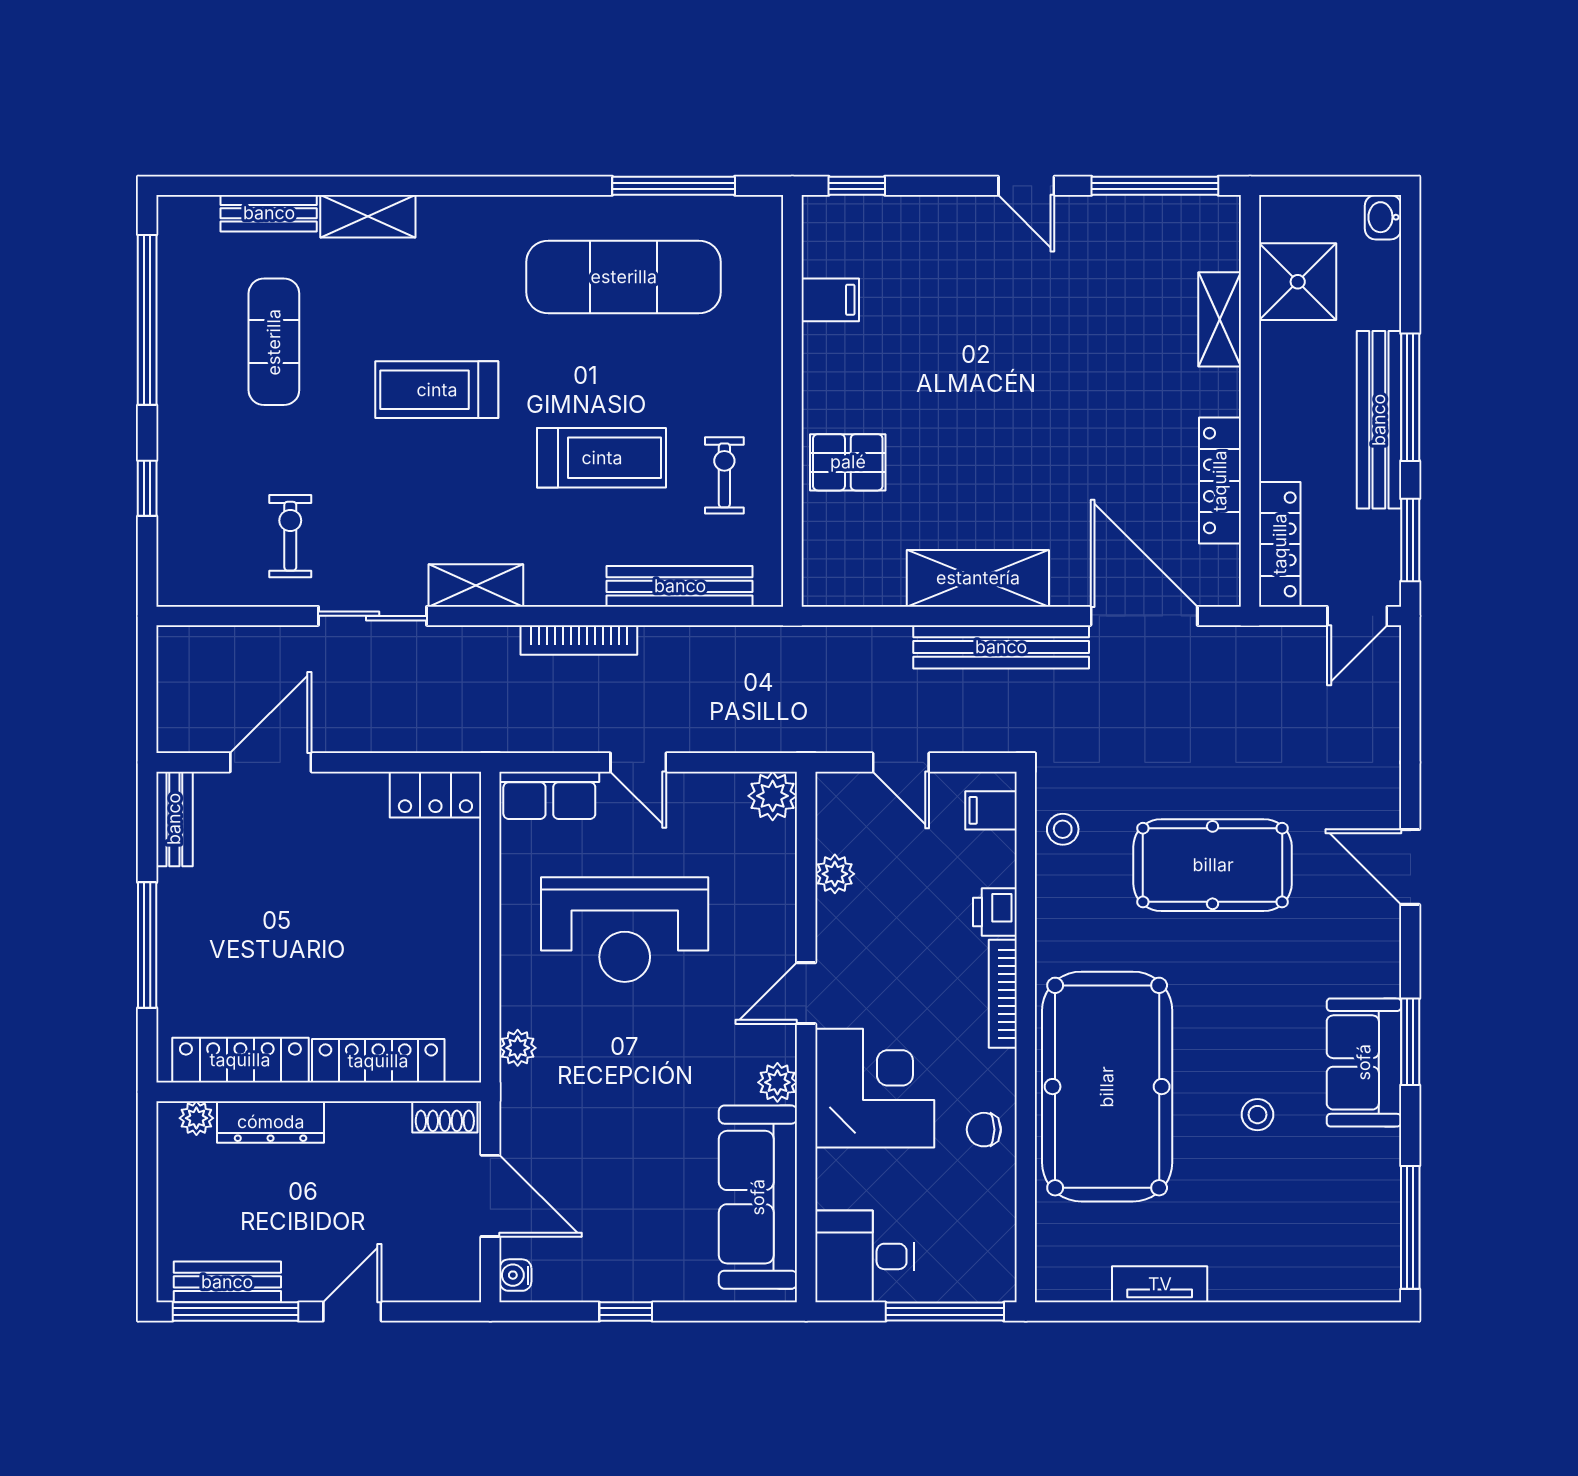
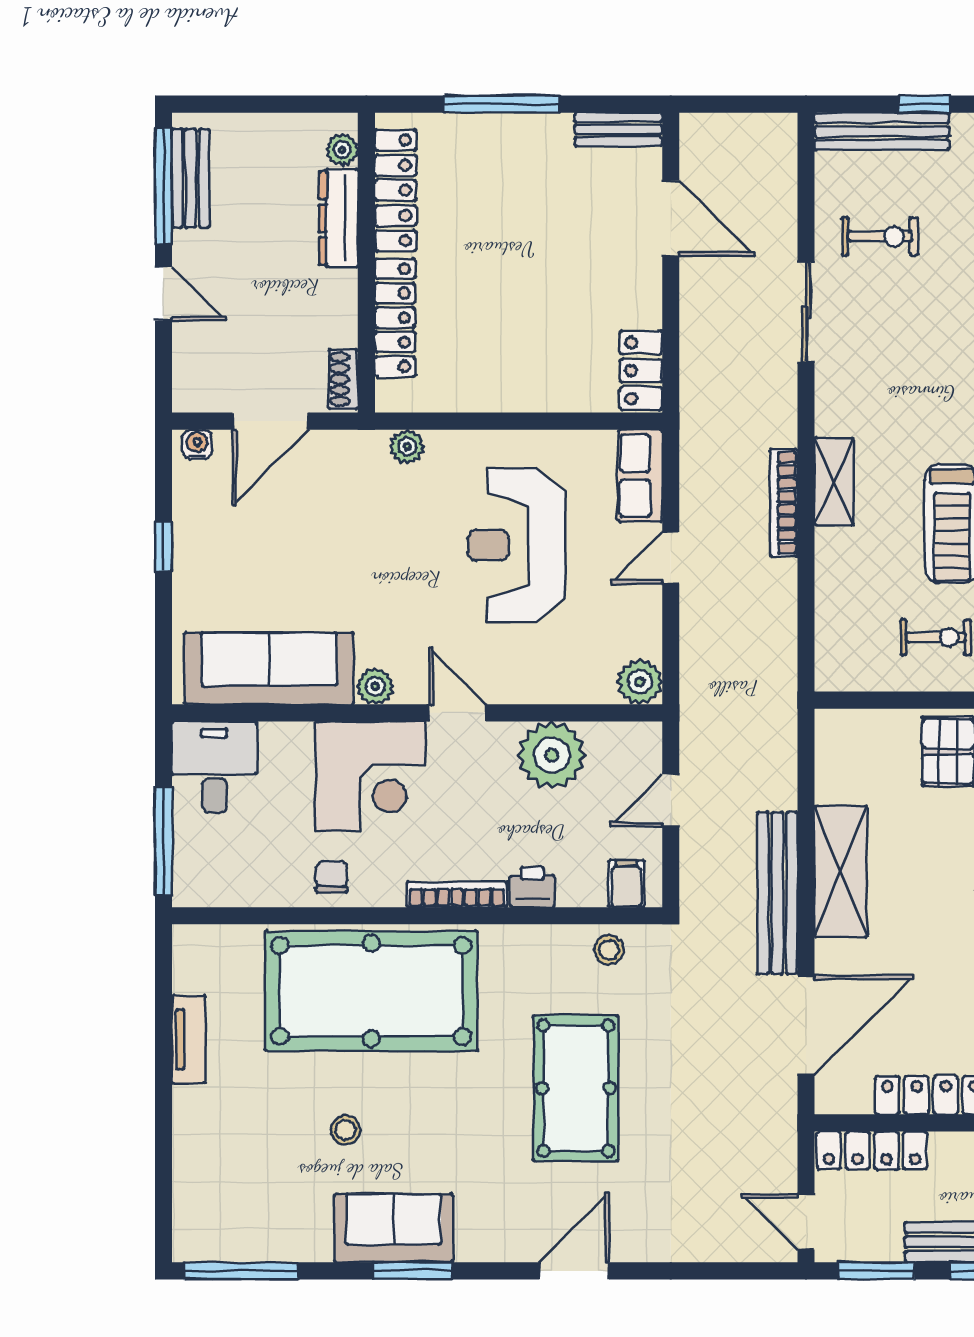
shelving: (476, 585) -> (834, 481), moved
bench: (680, 586) -> (882, 131), moved, turned 90
plant: (835, 874) -> (552, 755), width x1.88, depth x1.88

